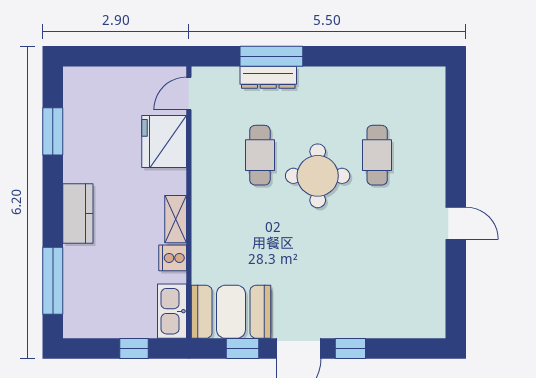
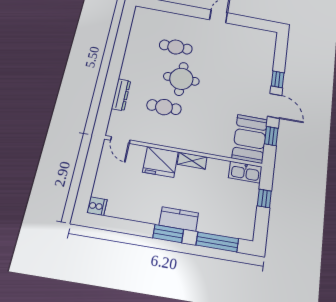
window: (271, 56) -> (109, 91), removed
window: (53, 131) -> (168, 234), moved
fridge: (164, 142) -> (161, 162), moved
cooker: (173, 258) -> (97, 206), moved, turned -90

